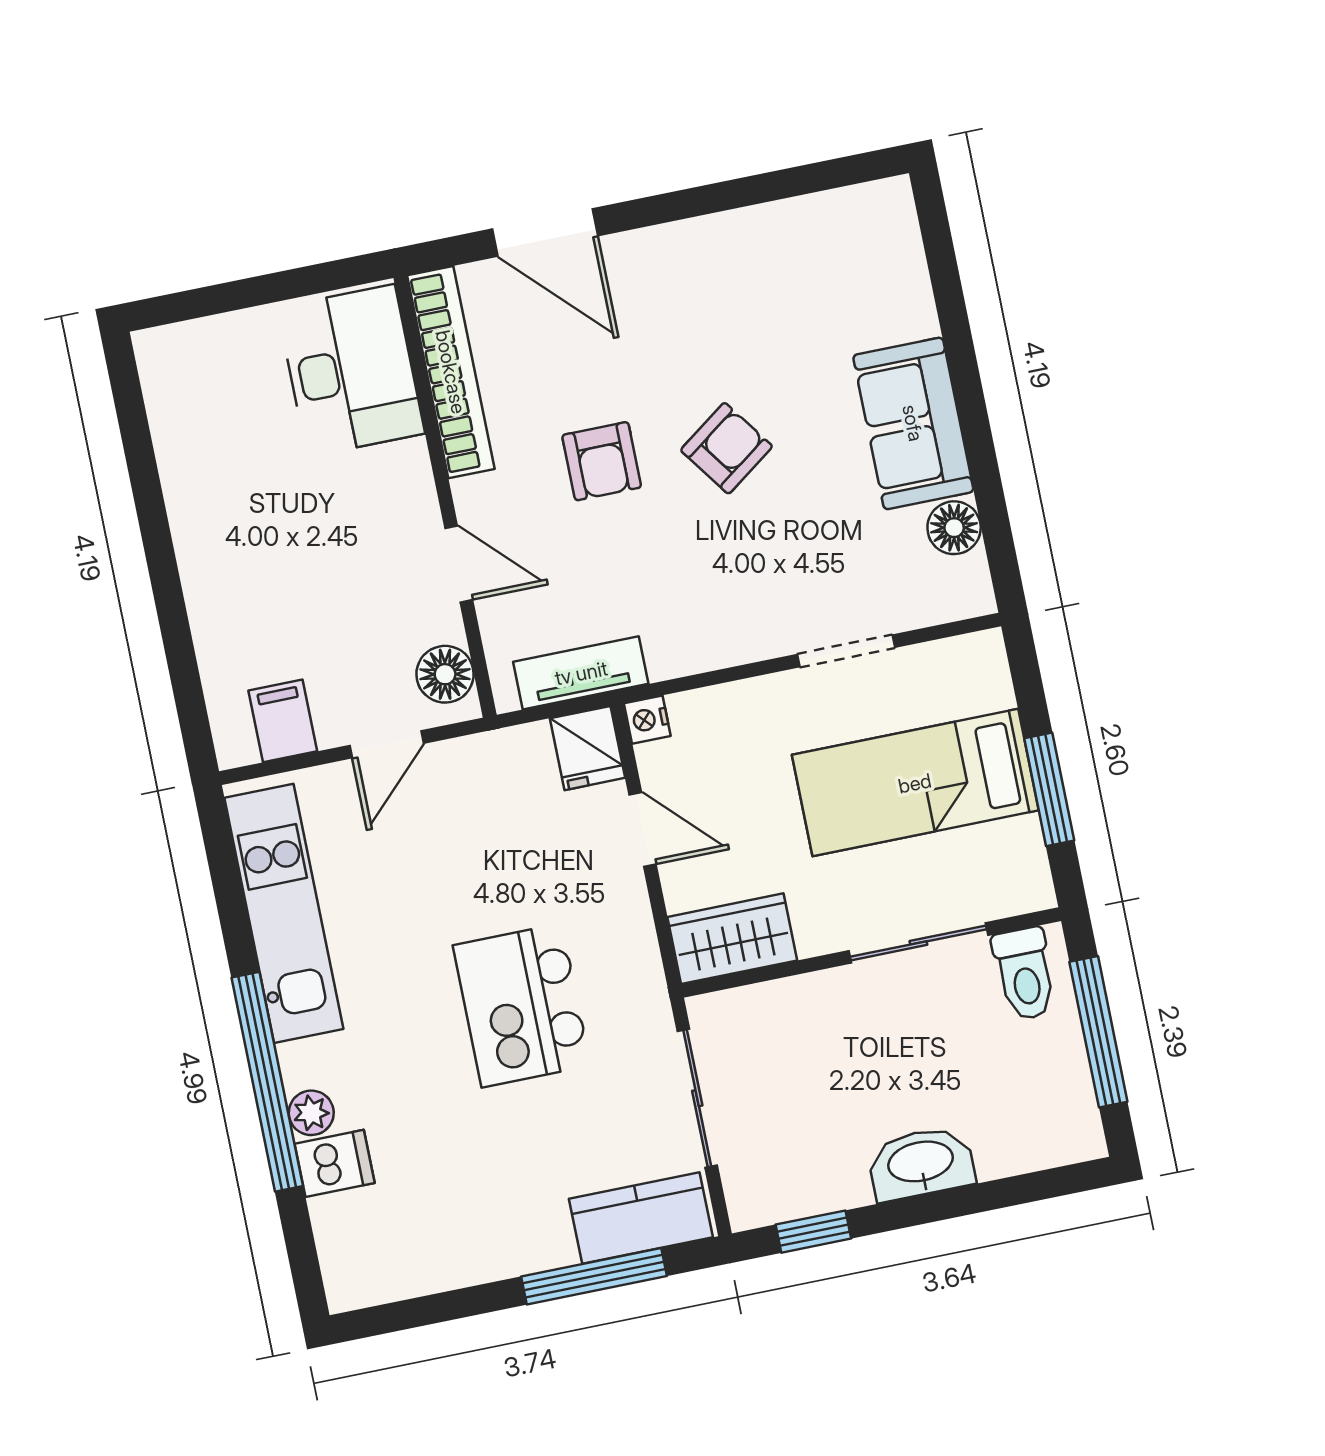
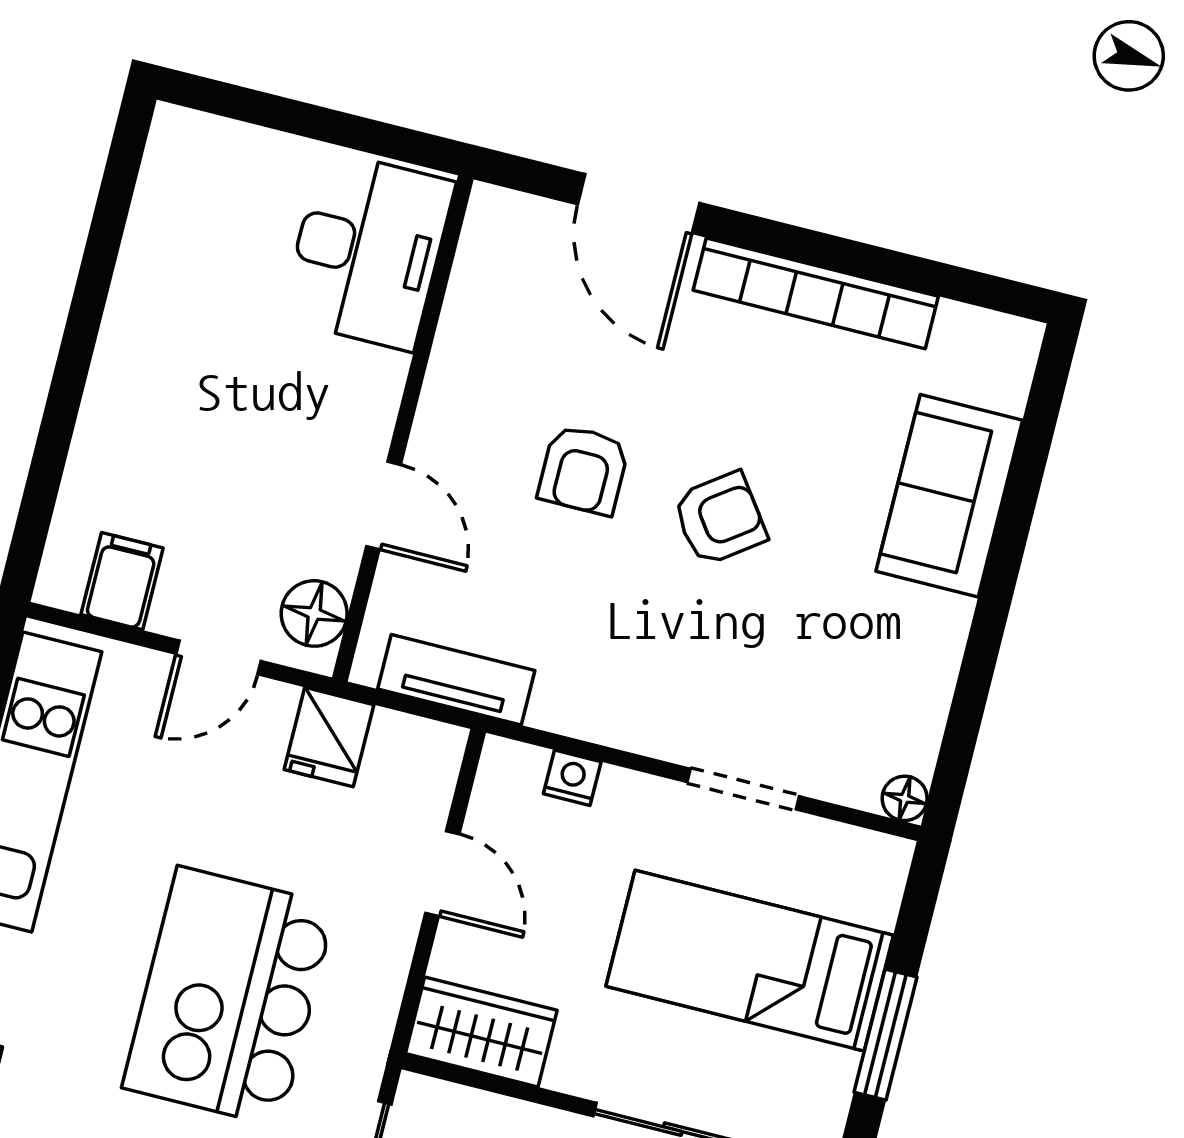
bookcase: (451, 372) -> (816, 293), moved, turned 90
sofa: (913, 423) -> (949, 496), moved
floor lamp: (954, 528) -> (905, 798), moved, width x0.73, depth x0.73
nightstand: (647, 720) -> (572, 778), moved, turned 90
fridge: (587, 748) -> (329, 737), moved
kitchen island: (522, 1005) -> (229, 996), width x1.37, depth x1.28

